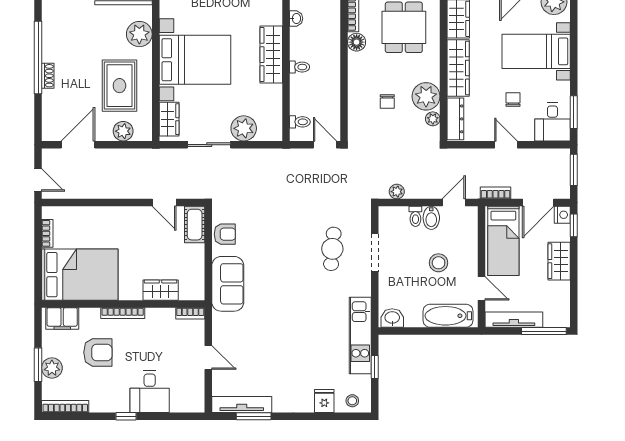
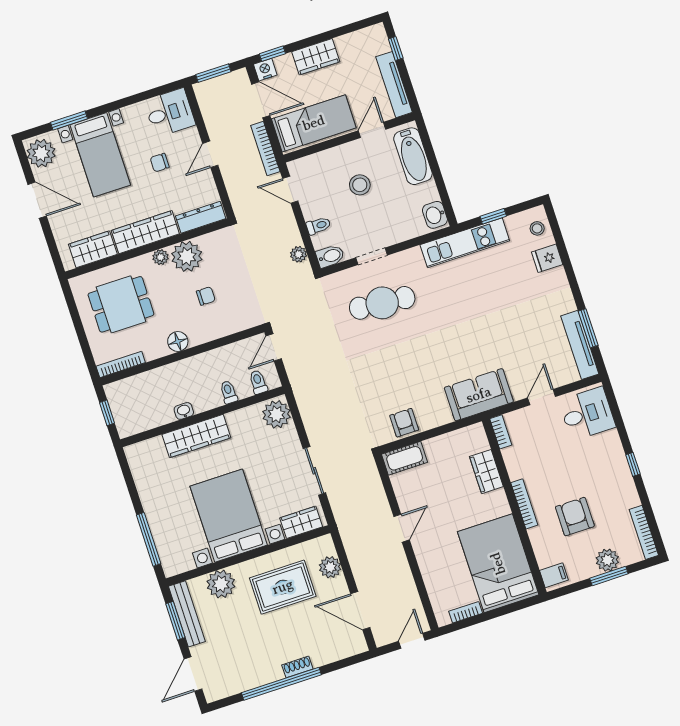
washbasin: (296, 19) -> (184, 411), moved
floor lamp: (357, 42) -> (178, 342), moved
toilet: (300, 67) -> (229, 392), moved
window: (574, 112) -> (69, 121), moved
plant: (433, 119) -> (161, 257), moved
plant: (244, 128) -> (277, 414), moved
bookcase: (496, 193) -> (265, 149), width x1.56
door: (164, 203) -> (402, 528), moved
bidet: (431, 218) -> (330, 256), moved
cafe table: (332, 249) -> (382, 303), width x1.37, depth x1.35
doorway: (375, 253) -> (372, 256), width x0.73
sofa: (228, 284) -> (479, 395), moved
filing cabinet: (62, 318) -> (554, 575), width x0.50
window: (544, 331) -> (396, 49), width x0.46
desk: (150, 392) -> (587, 414), moved

